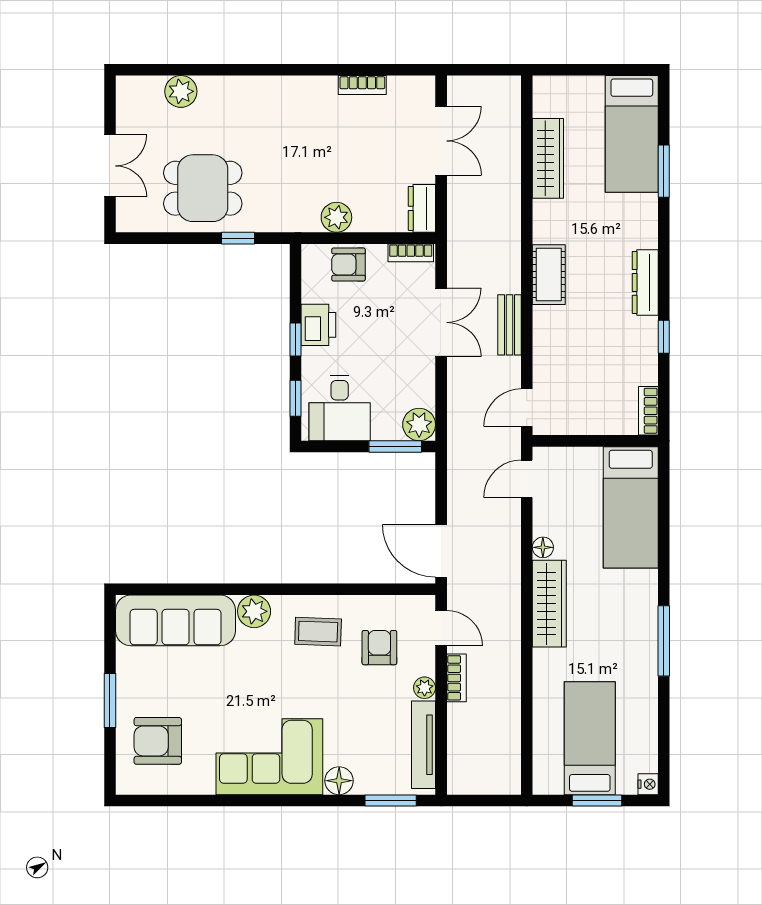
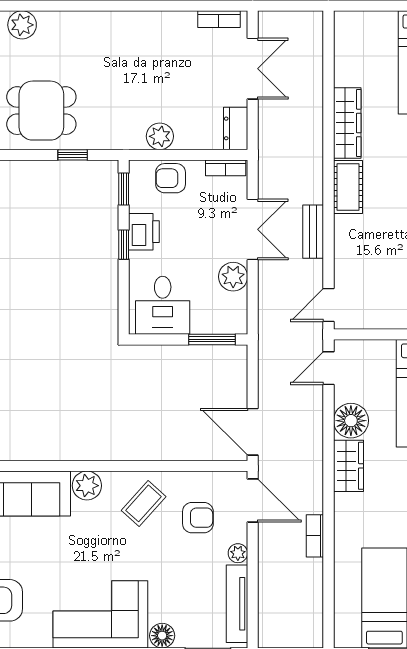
bookcase: (362, 85) -> (219, 19), moved
wardrobe: (548, 158) -> (347, 123), moved
window: (296, 398) -> (124, 189), moved
plant: (419, 425) -> (233, 277), moved
floor lamp: (543, 547) -> (351, 421), width x1.89, depth x1.89
wardrobe: (549, 604) -> (348, 466), width x0.67
door: (441, 628) -> (253, 500), width x1.38
coffee table: (318, 632) -> (144, 503), turned -50
armchair: (379, 648) -> (198, 518), turned 90
bookcase: (456, 678) -> (315, 536), moved, turned 180

